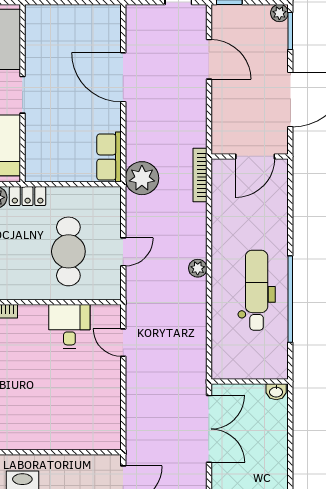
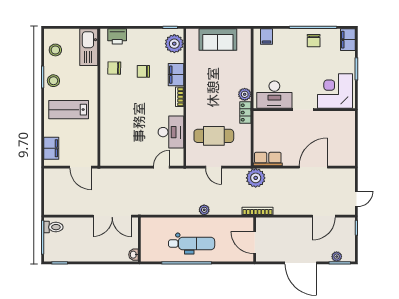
plant: (279, 13) -> (337, 257), moved
wall: (250, 156) -> (255, 240), moved
door: (255, 156) -> (255, 243), moved
desk: (69, 326) -> (171, 132), width x1.37

